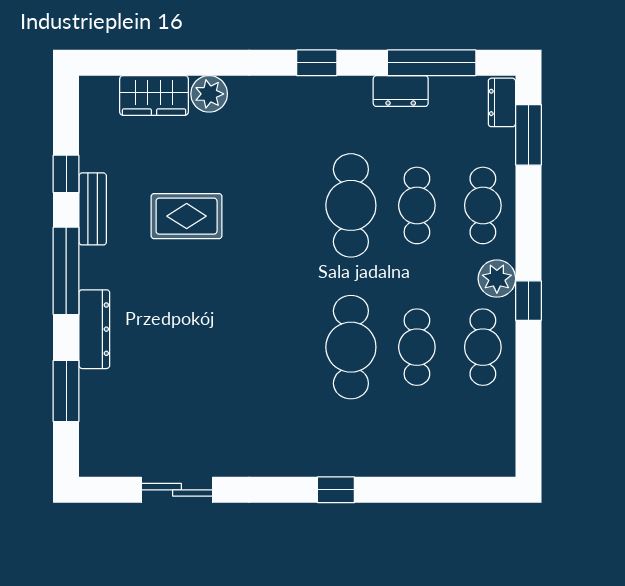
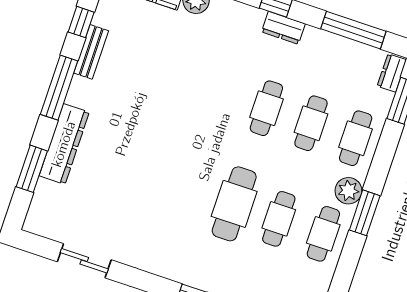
dresser: (401, 91) -> (283, 28), moved
cafe table: (351, 205) -> (266, 108), width x0.73, depth x0.74
rug: (187, 216) -> (153, 78), removed
window: (528, 301) -> (365, 213), width x1.50
dresser: (94, 329) -> (64, 144), width x1.37, depth x1.24

